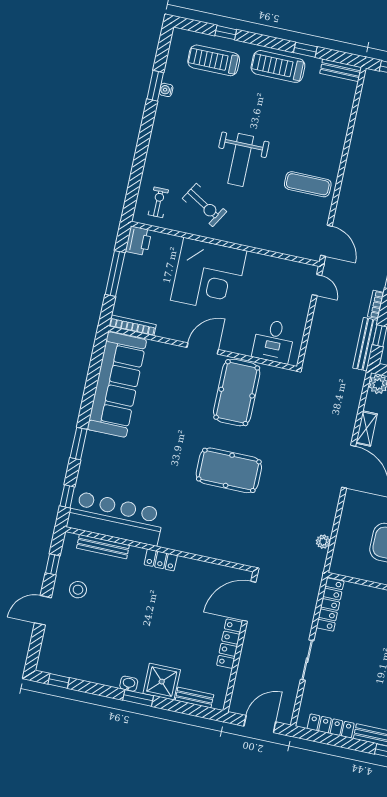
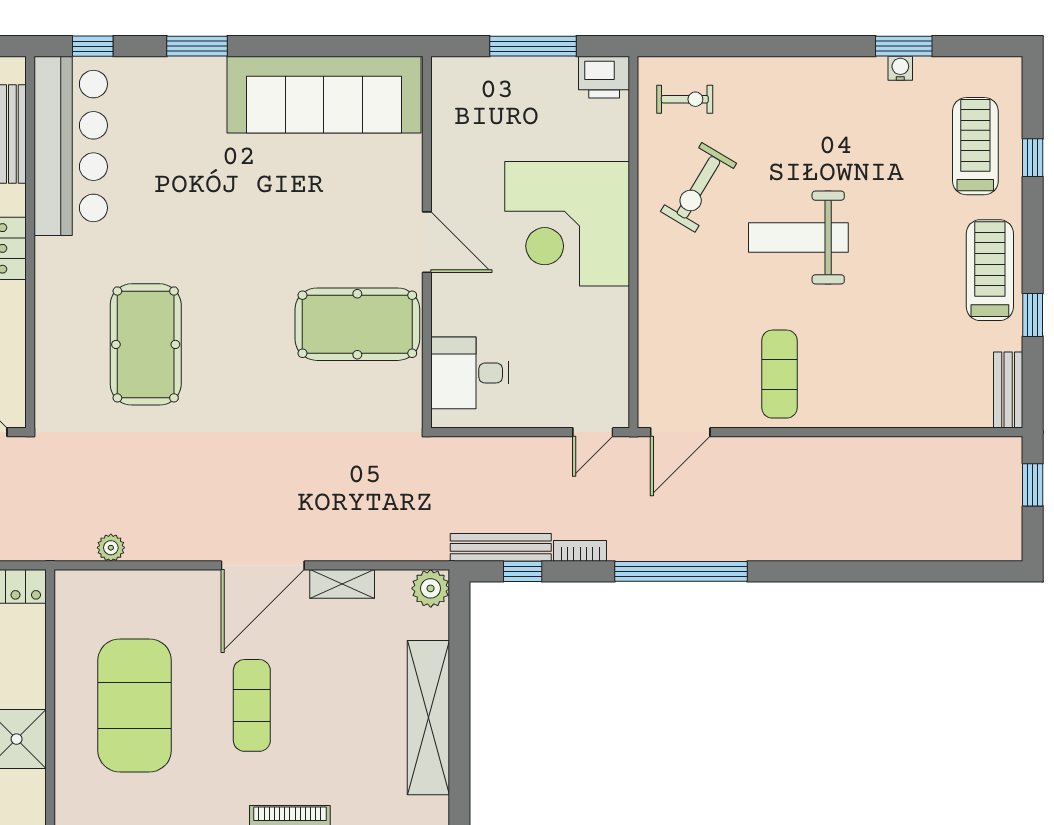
bookcase: (133, 325) -> (442, 101), removed
pool table: (229, 470) -> (146, 344), moved

